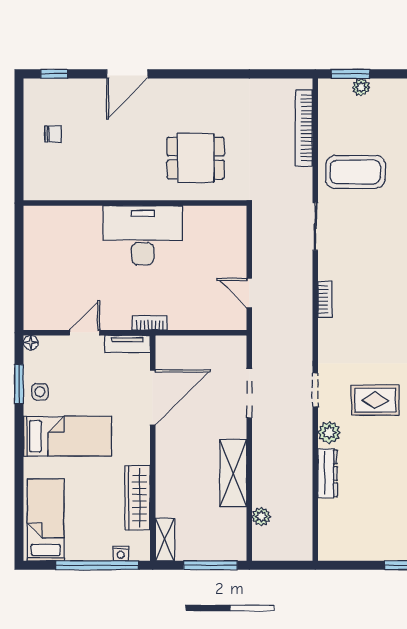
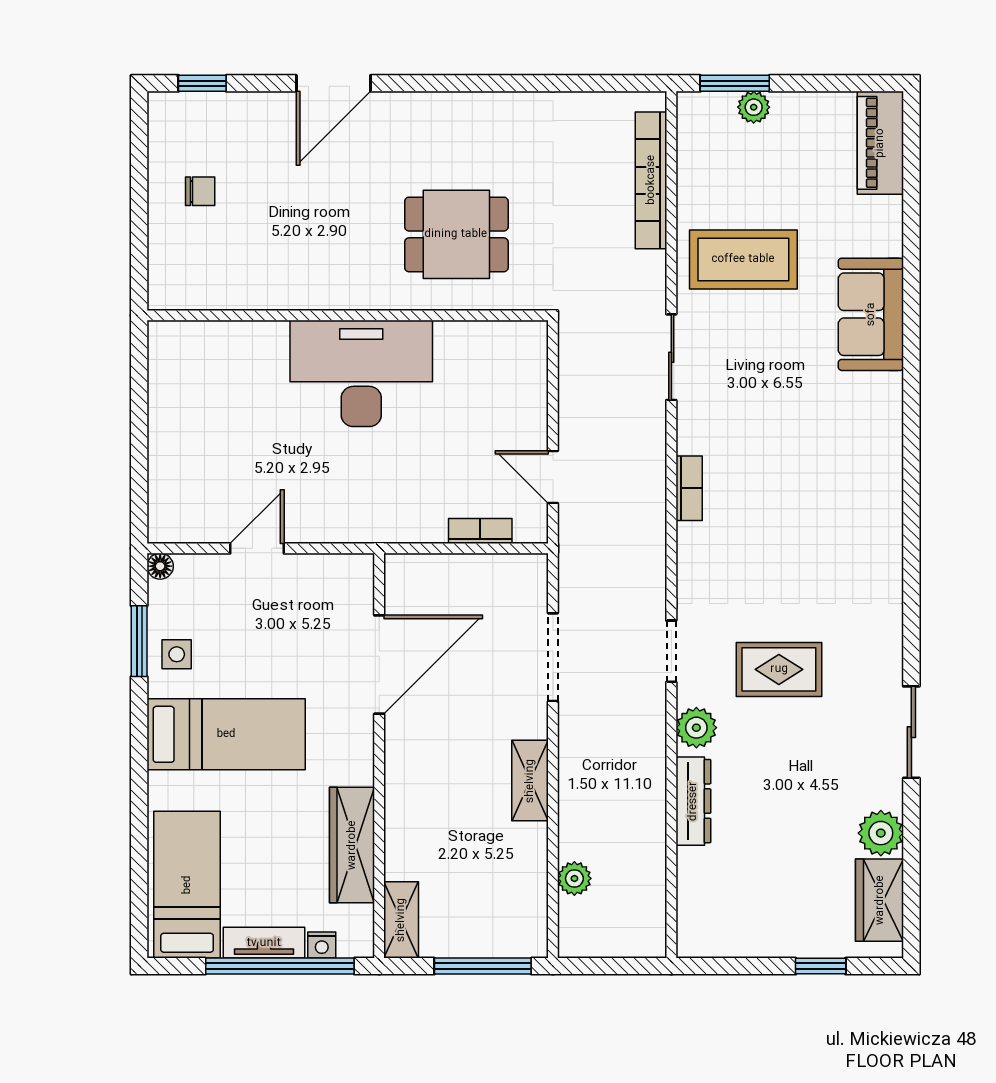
bookcase: (150, 323) -> (480, 531), moved
tv unit: (127, 344) -> (264, 943), moved, turned 180
shelving: (233, 473) -> (530, 781), width x0.67, depth x0.75

